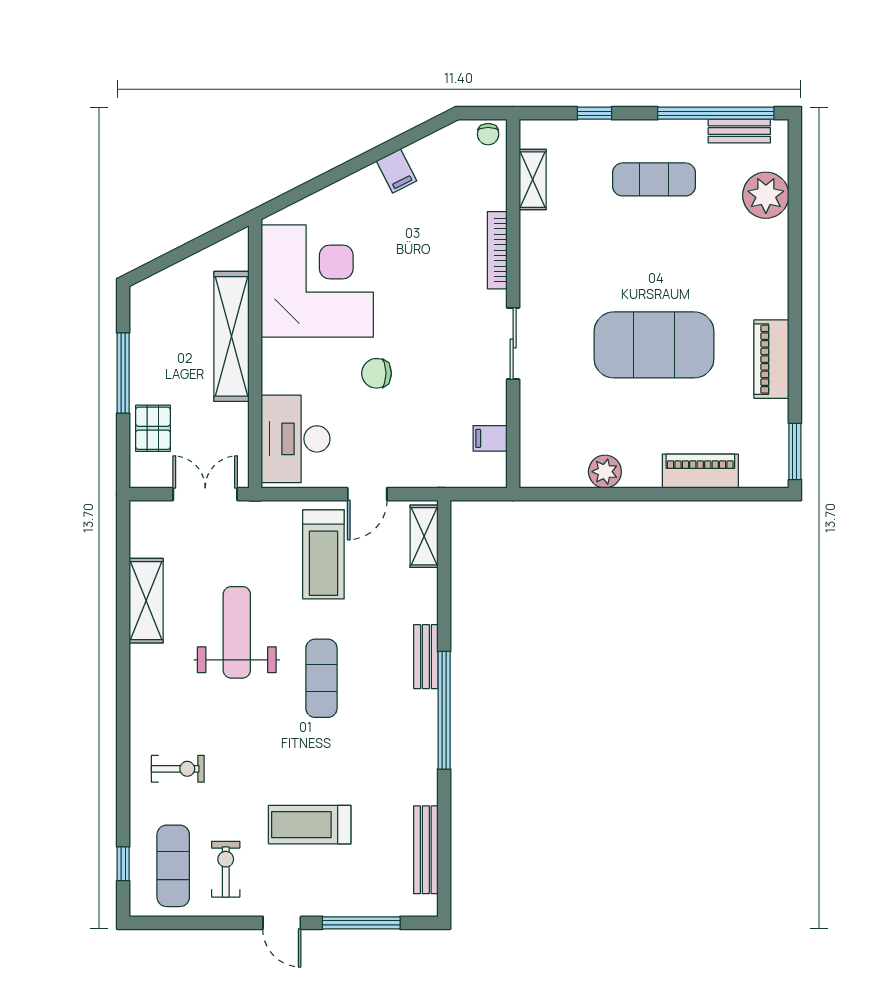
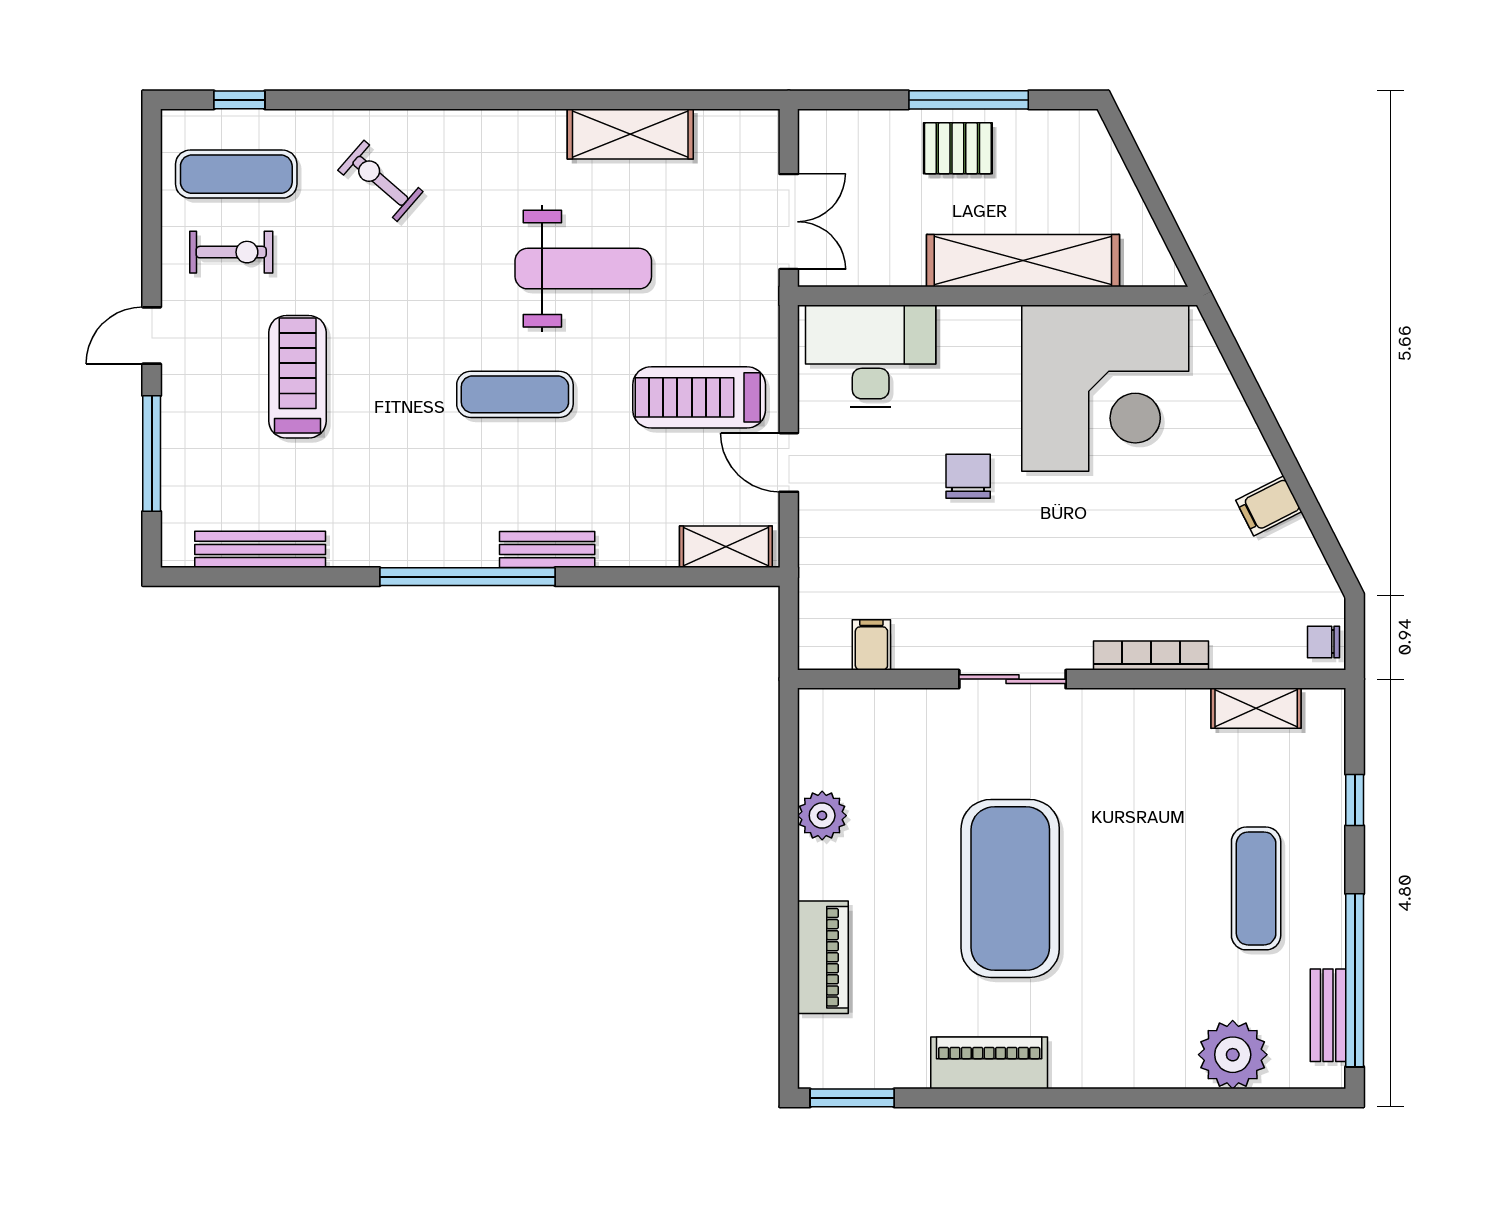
pallet: (153, 428) -> (958, 148), moved
exercise bike: (178, 769) -> (380, 181), turned 131

